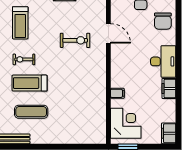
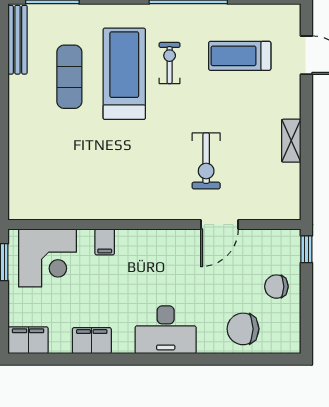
treadmill: (30, 83) -> (124, 74), width x1.37, depth x1.38
filing cabinet: (169, 88) -> (92, 341), moved

